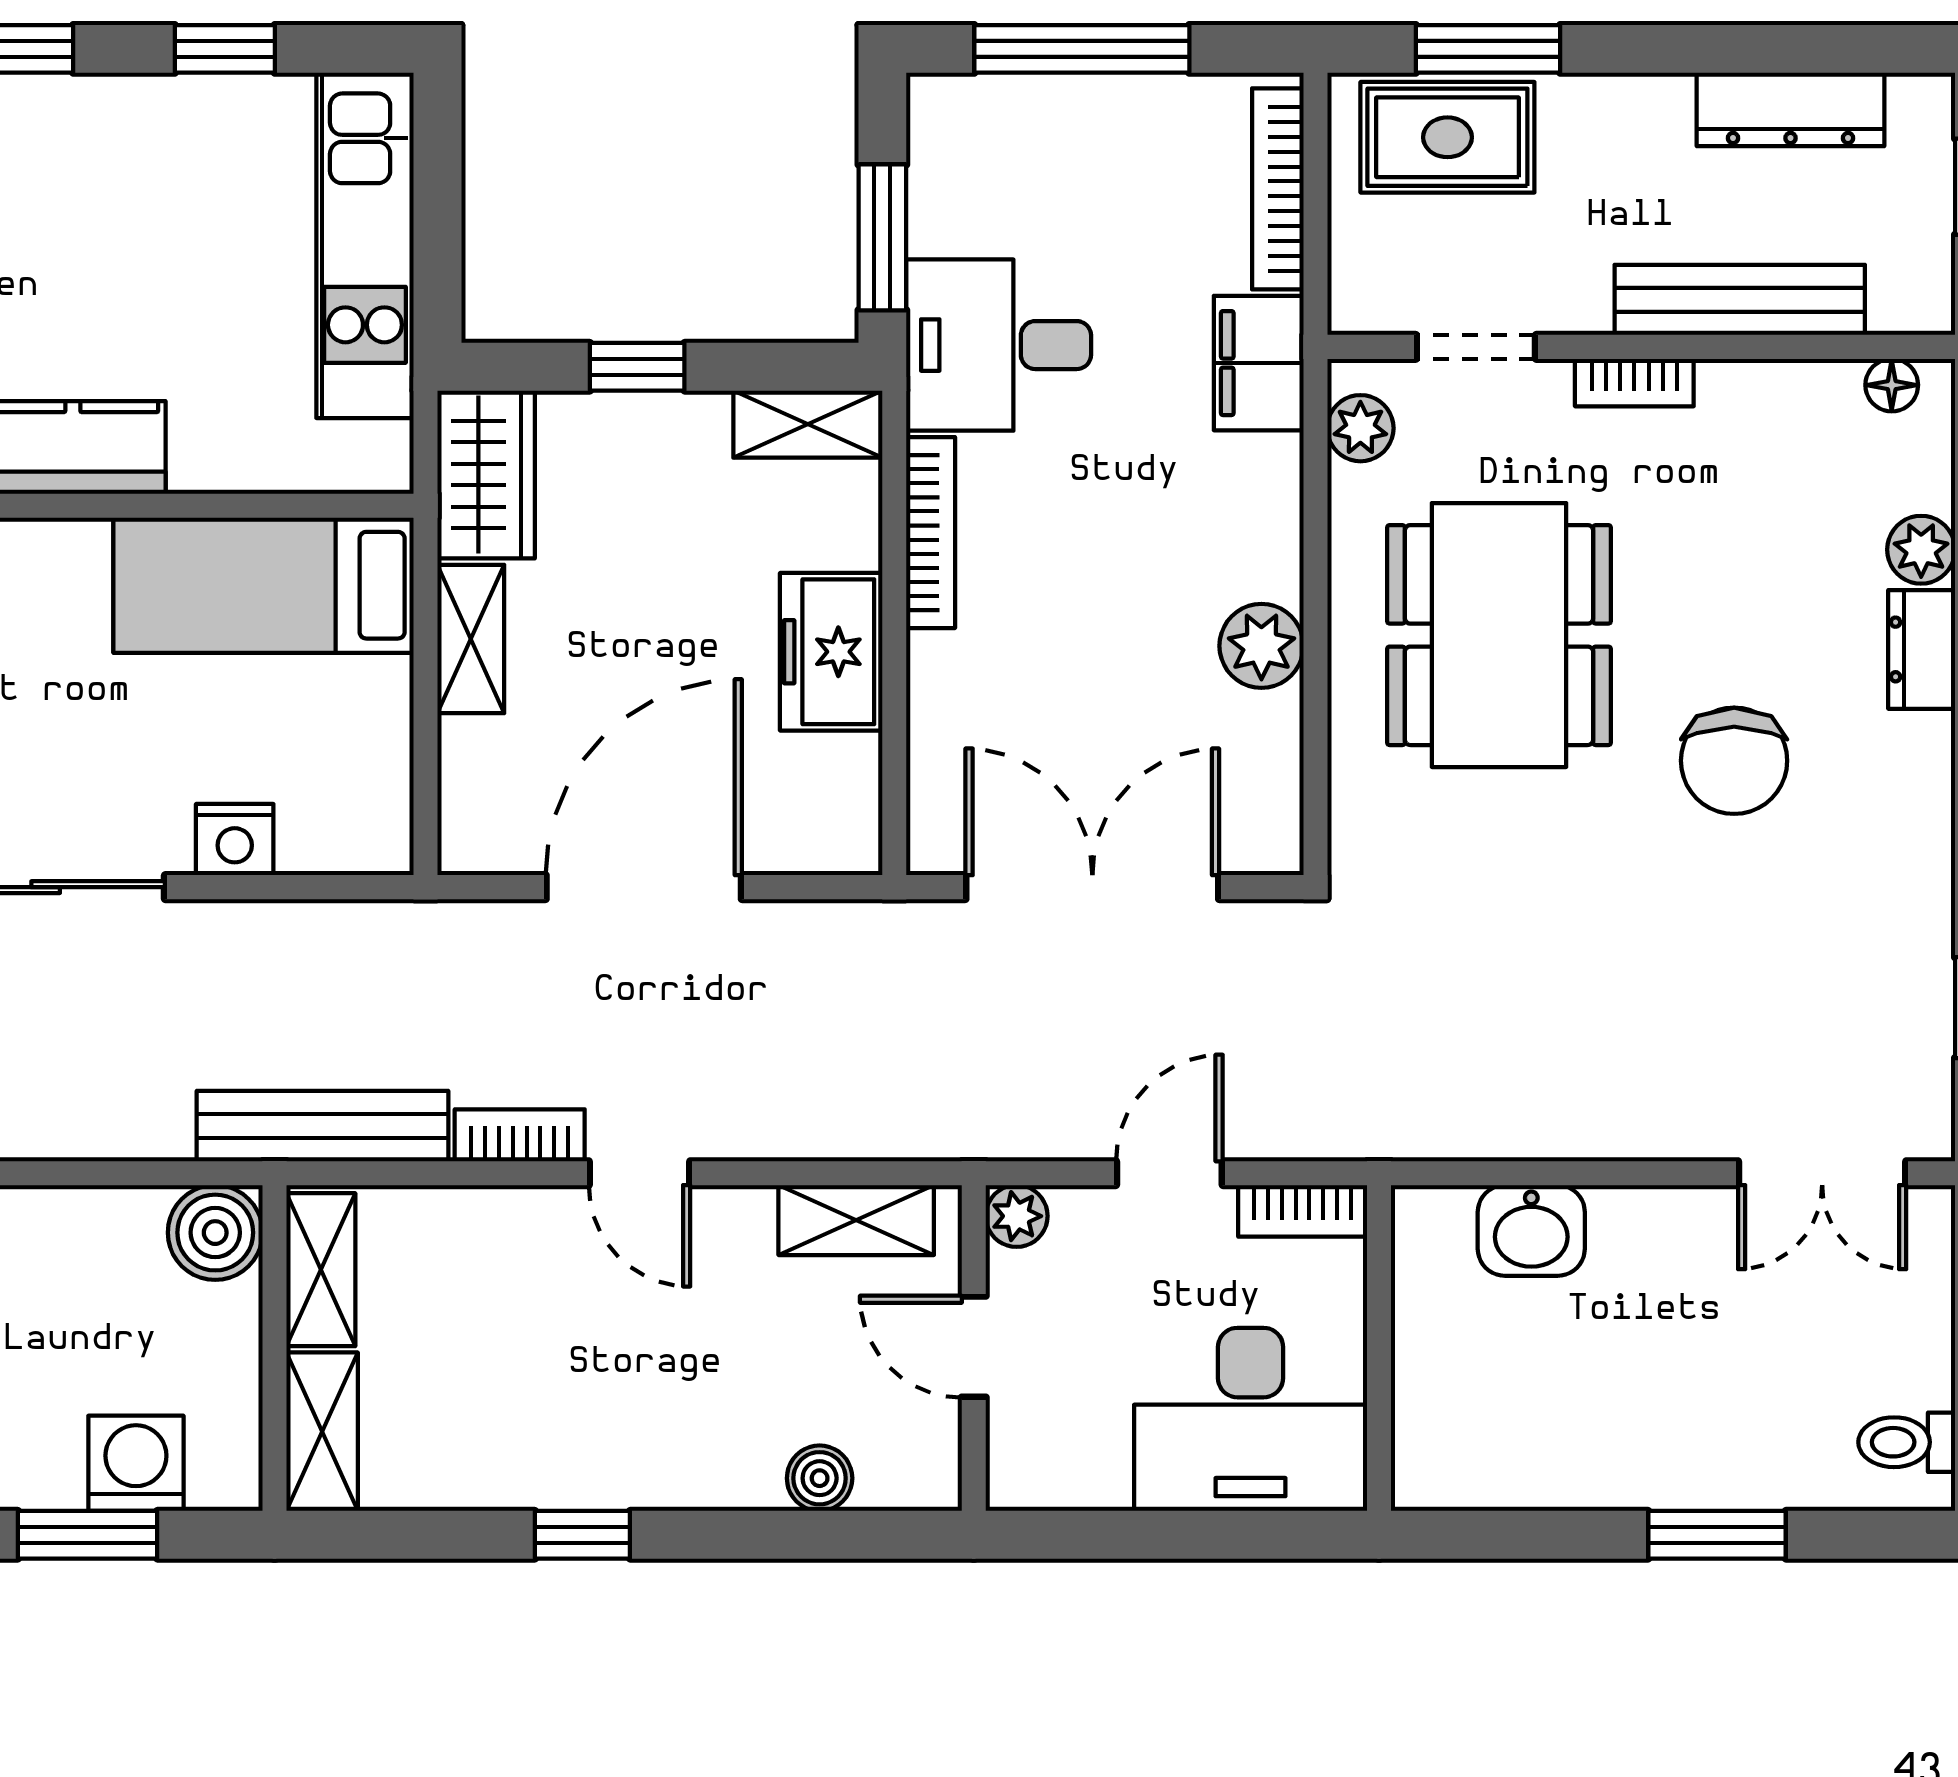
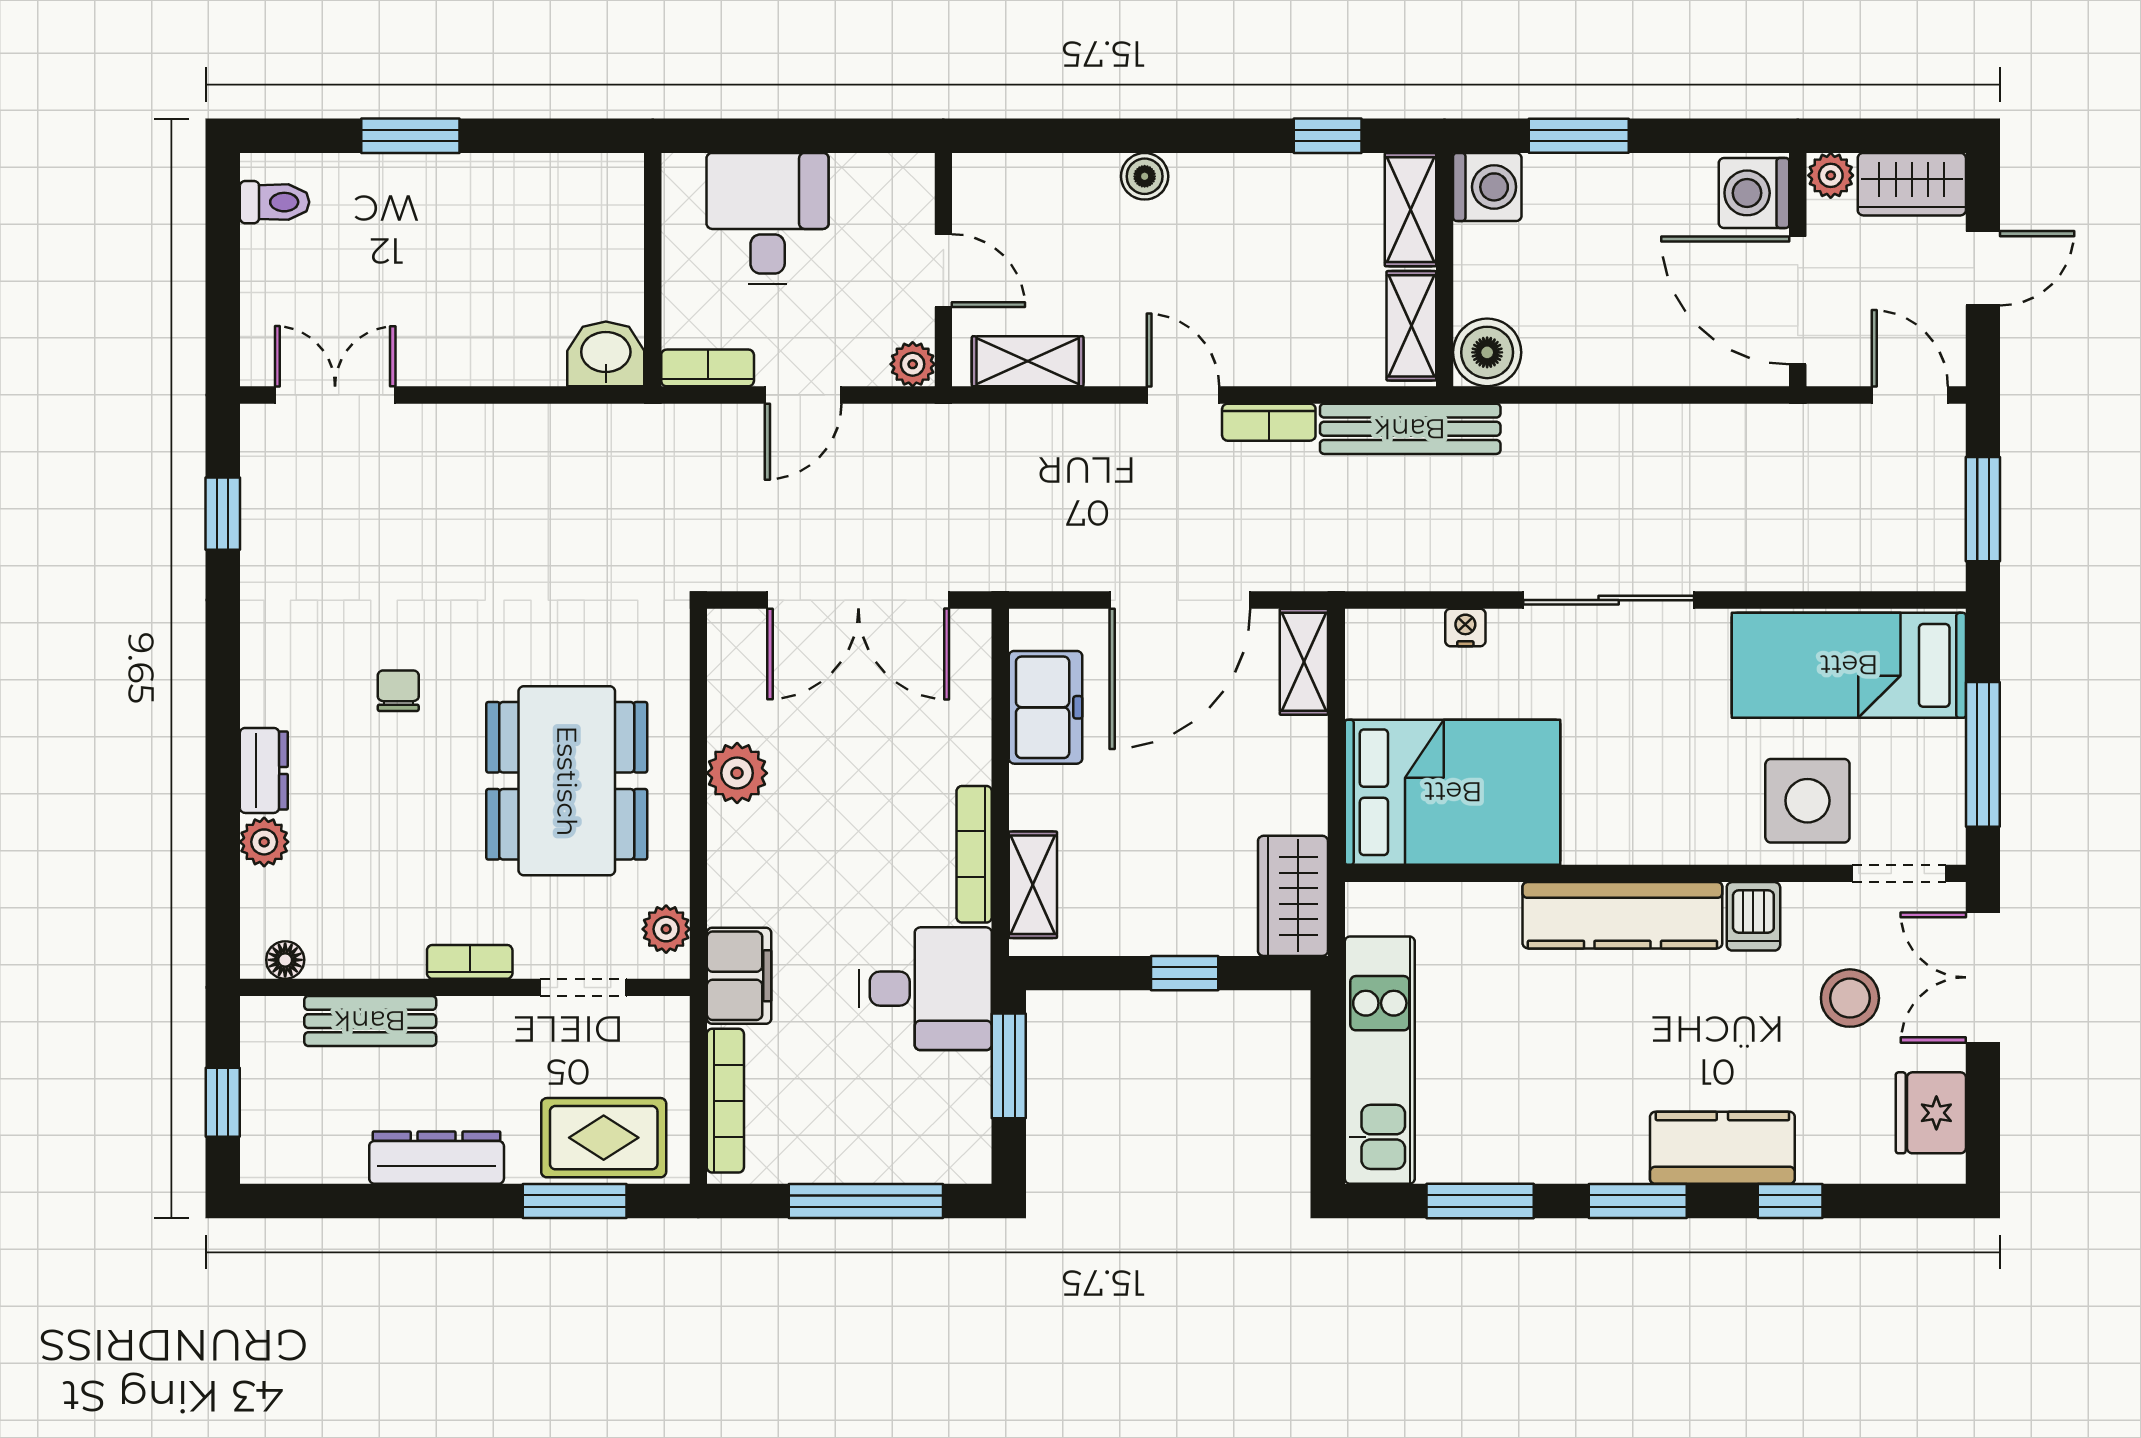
window: (225, 49) -> (1480, 1201), width x1.50
dresser: (1791, 109) -> (437, 1158), moved
bench: (1740, 300) -> (370, 1021), width x0.73
shelving: (808, 424) -> (1033, 885), moved, turned 90
bed: (263, 585) -> (1453, 792), width x1.50
shelving: (471, 639) -> (1304, 662), moved
freezer: (831, 652) -> (1046, 707), moved
chair: (1734, 761) -> (398, 691), width x0.54, depth x0.54
nightstand: (235, 840) -> (1465, 627), width x0.72, depth x0.74
washbasin: (1531, 1230) -> (606, 354), moved
desk: (1251, 1419) -> (768, 219), width x0.73
washing machine: (136, 1463) -> (1487, 187), moved, turned -90
boiler: (820, 1478) -> (1145, 176), moved
window: (582, 1535) -> (1328, 136), moved

